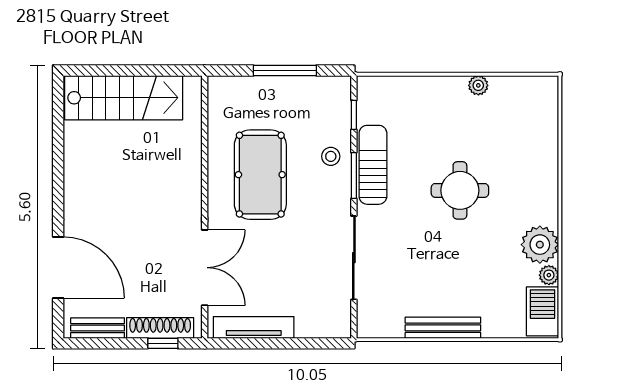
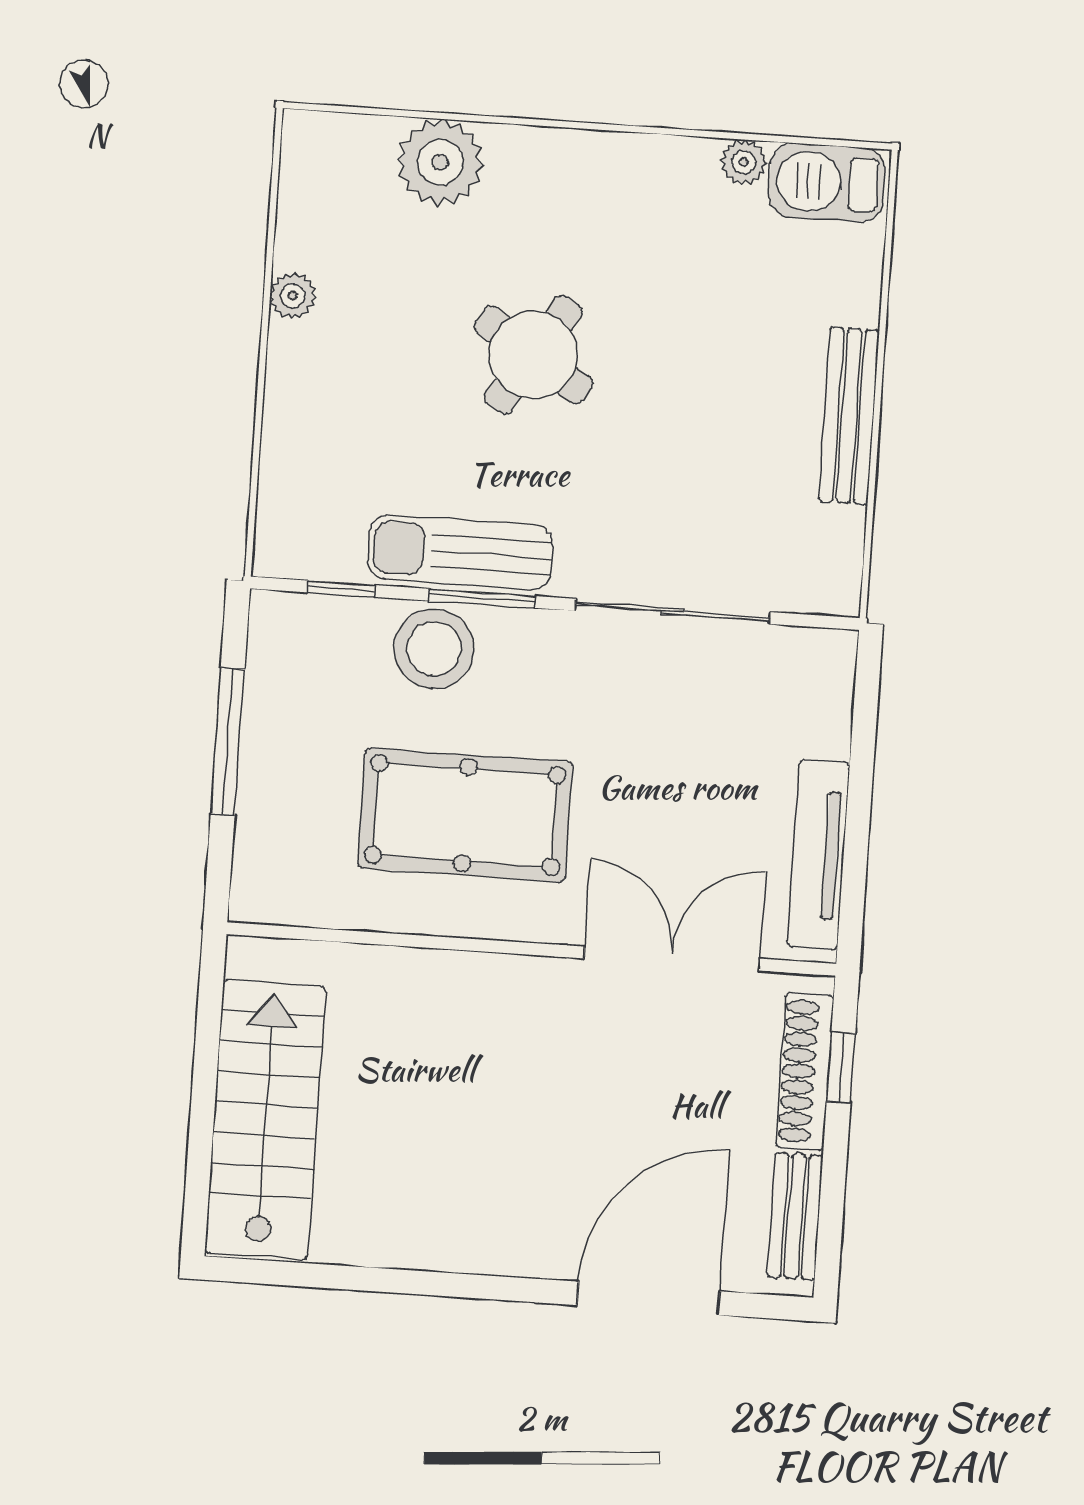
stool: (331, 156) -> (434, 649), width x1.89, depth x1.89
round table: (460, 190) -> (533, 355), turned 33
plant: (540, 245) -> (440, 162), moved

